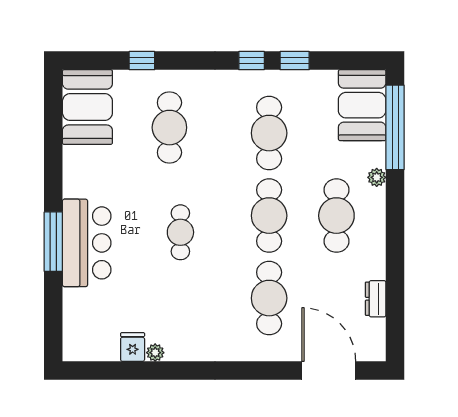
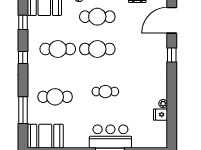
window: (142, 61) -> (23, 110), width x2.17
window: (295, 61) -> (23, 22), moved
cafe table: (269, 298) -> (137, 49), removed
window: (257, 370) -> (172, 55), added

